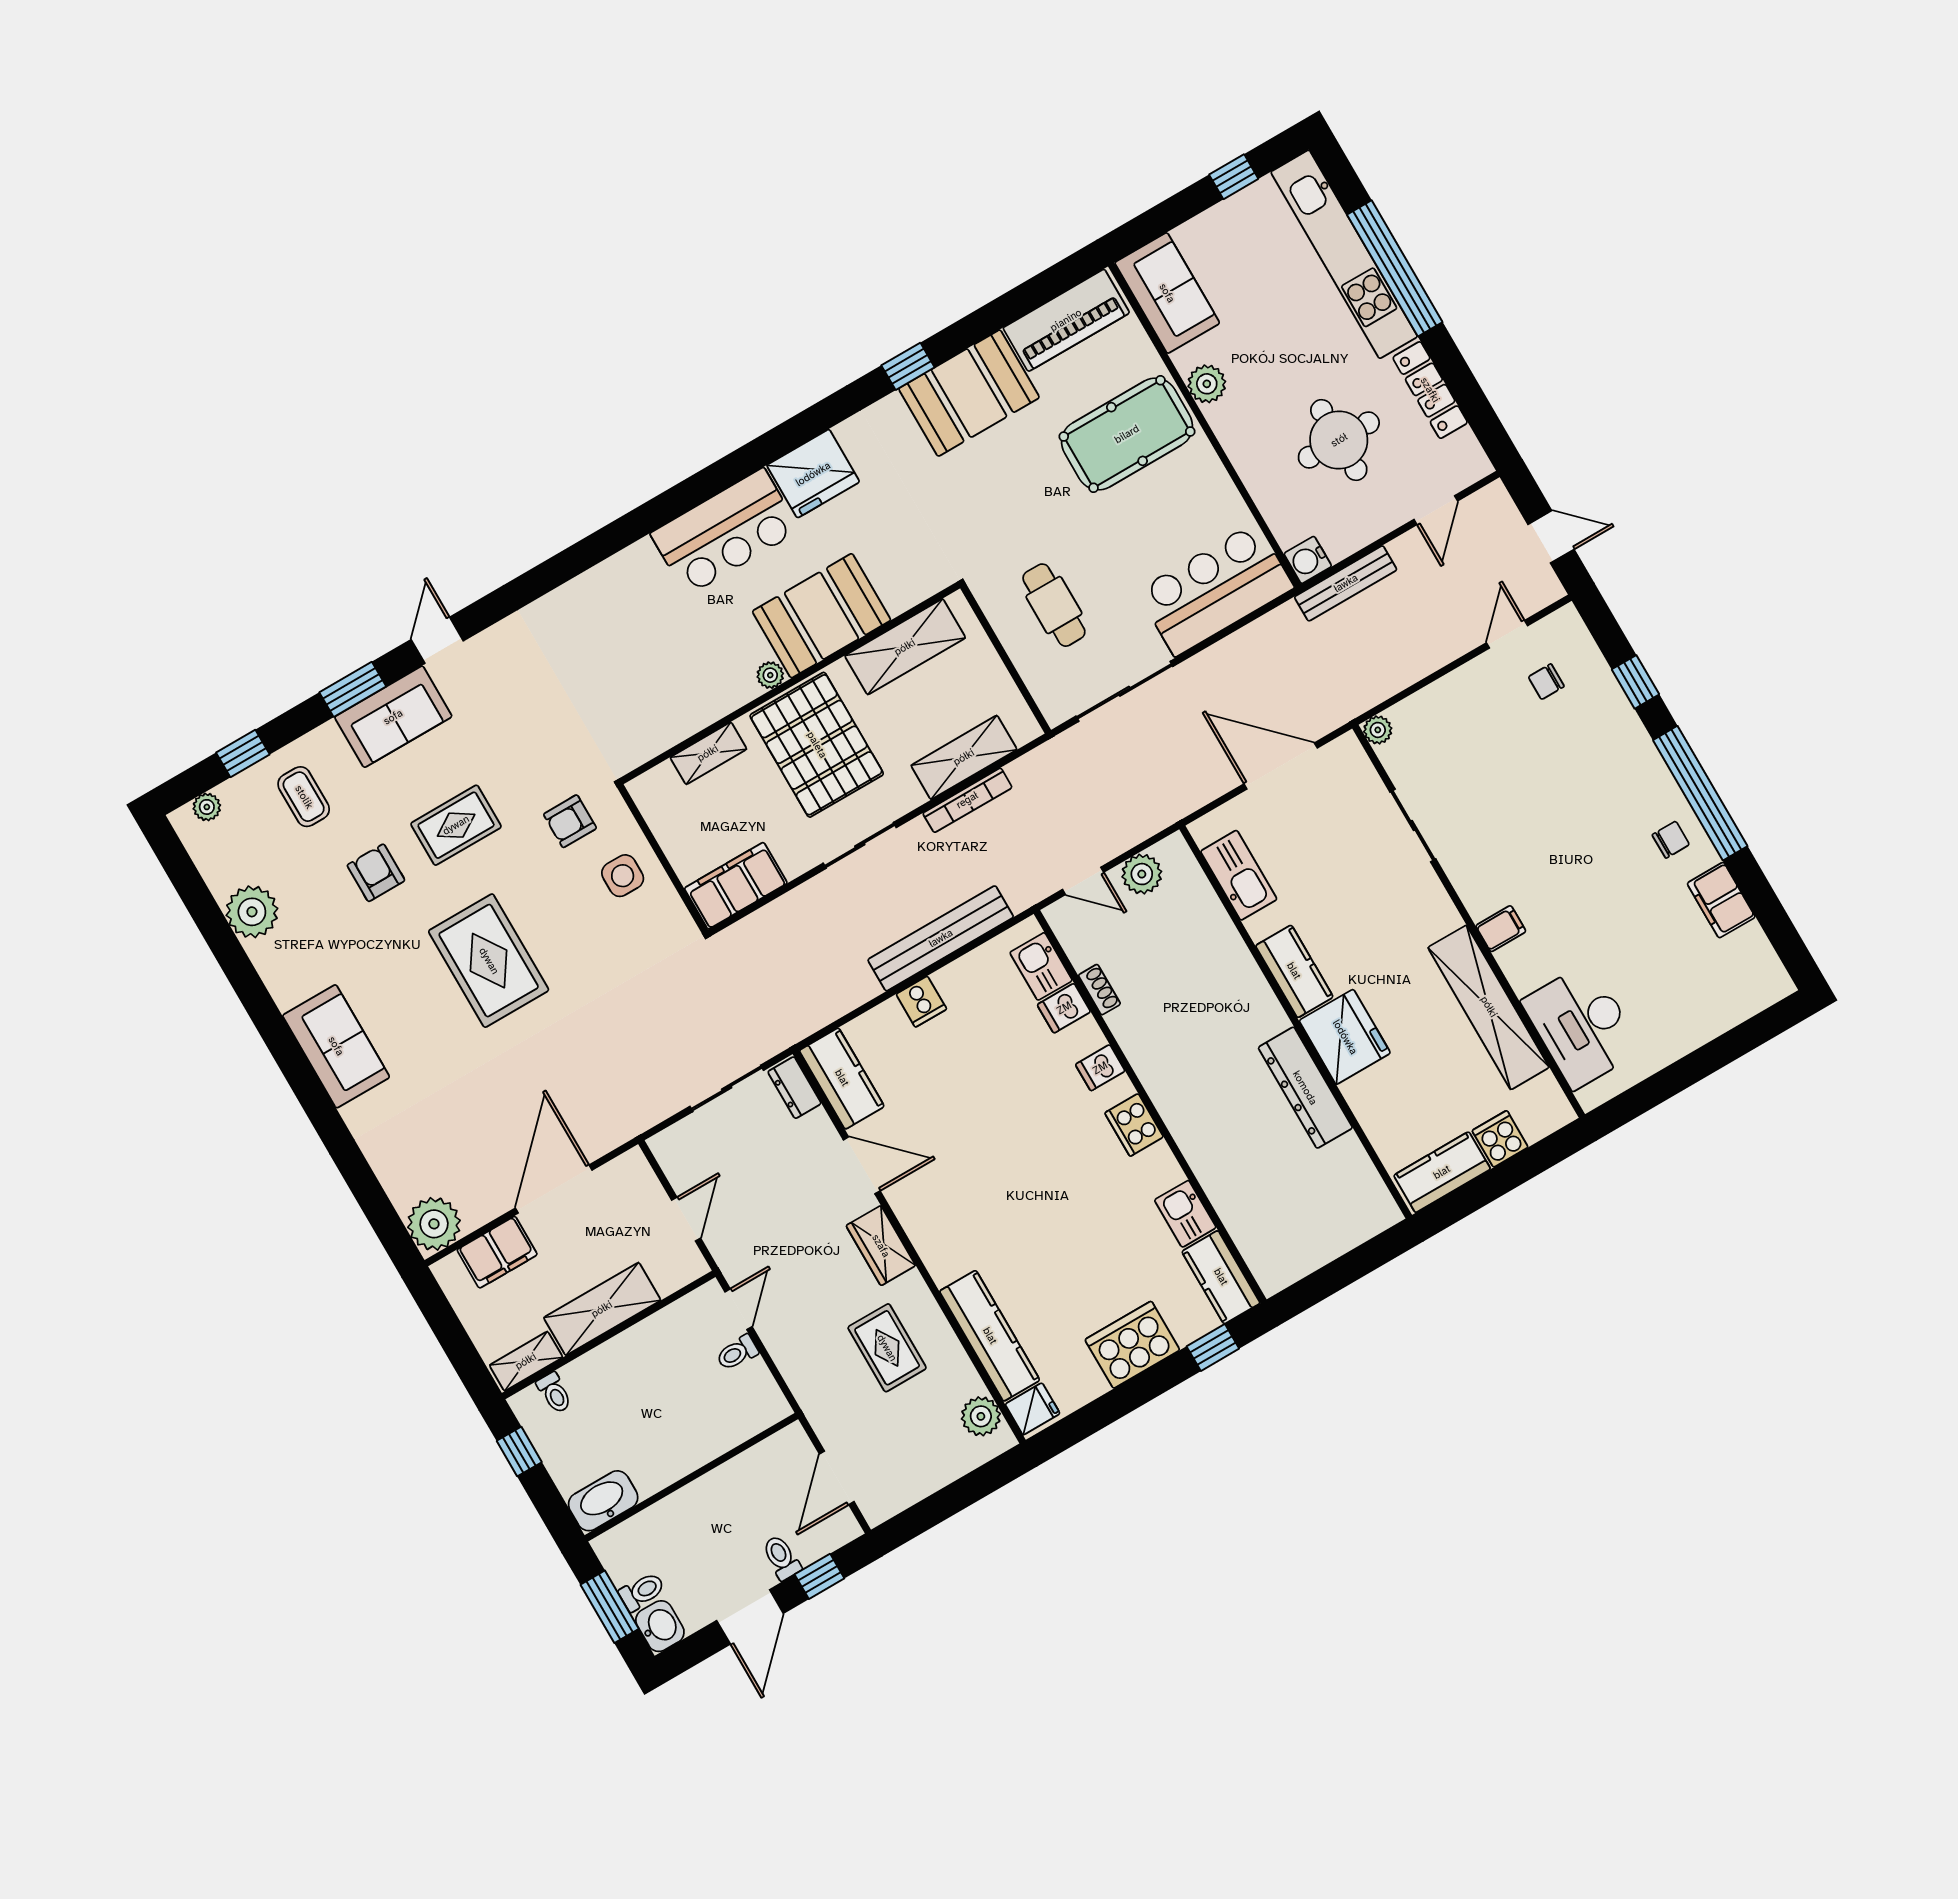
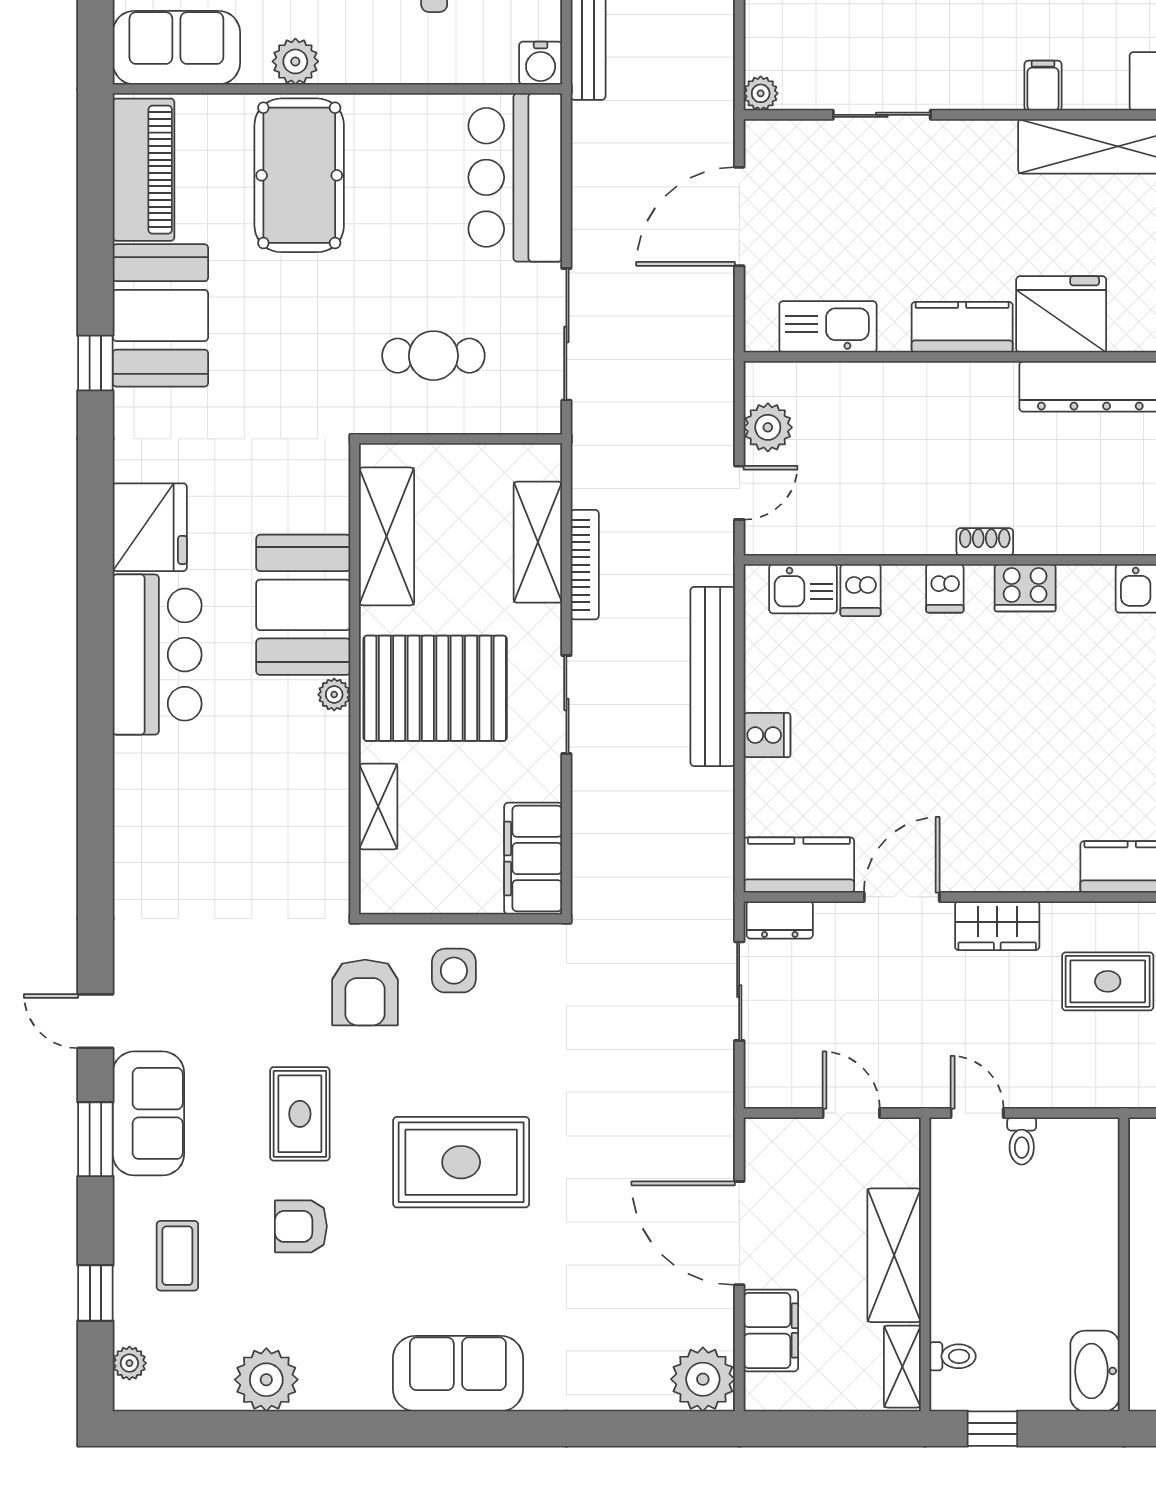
coffee table: (304, 797) -> (177, 1256), turned 90
armchair: (570, 821) -> (365, 992), width x1.38, depth x1.38
shoe rack: (1099, 990) -> (985, 542), moved

